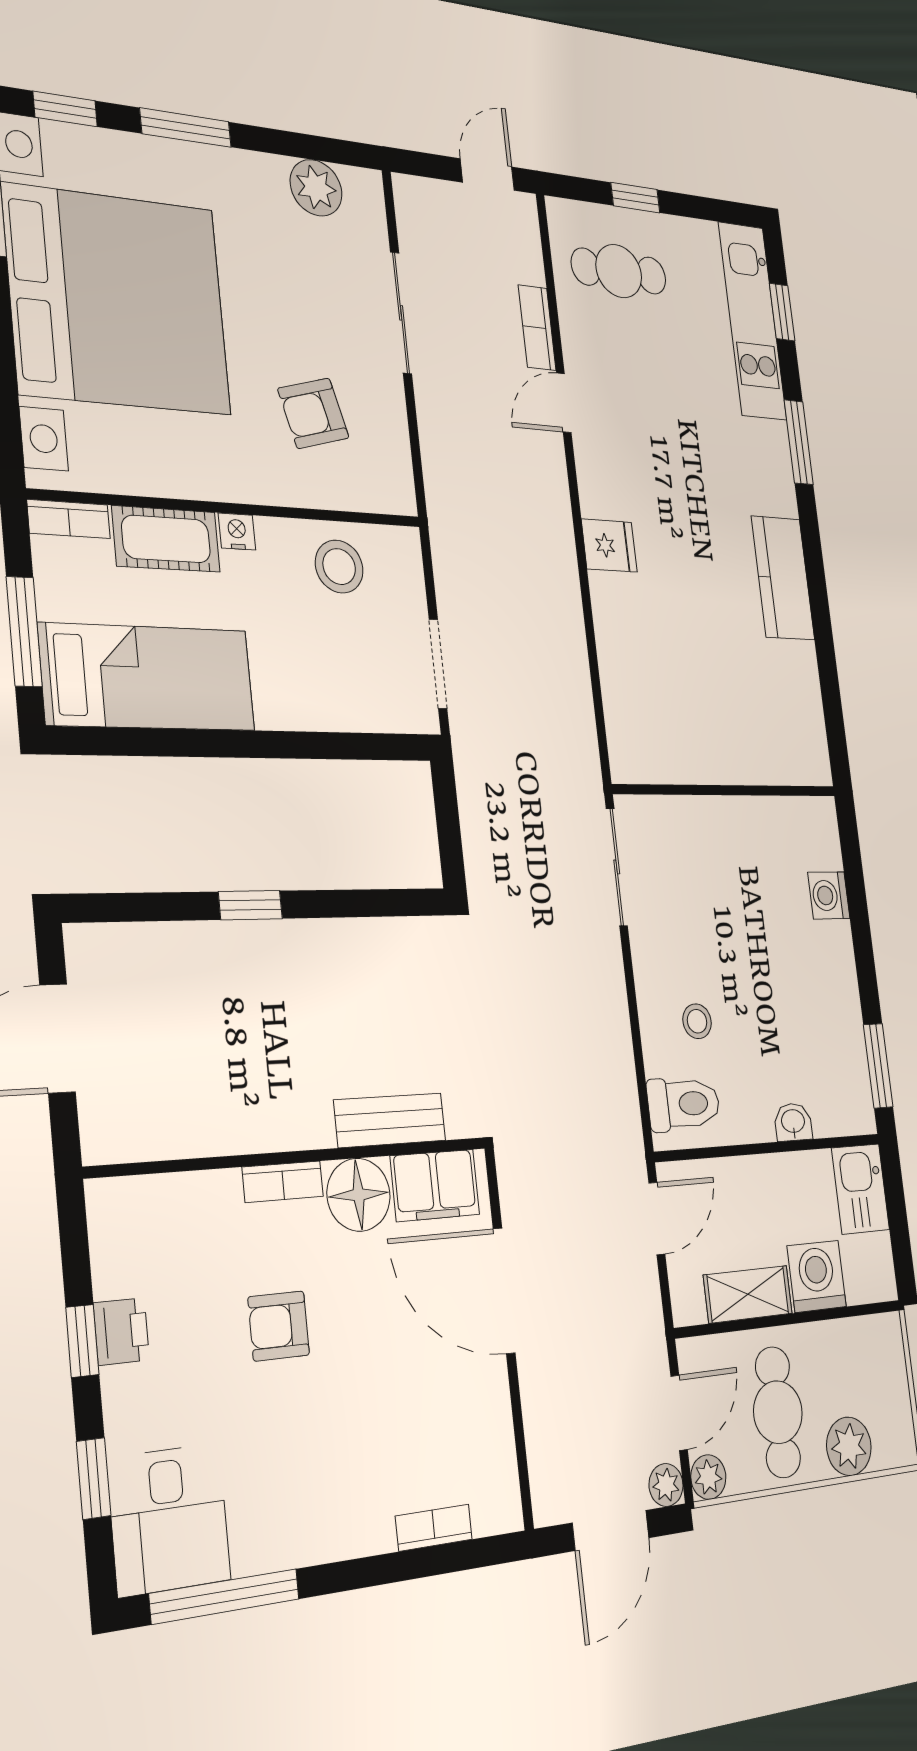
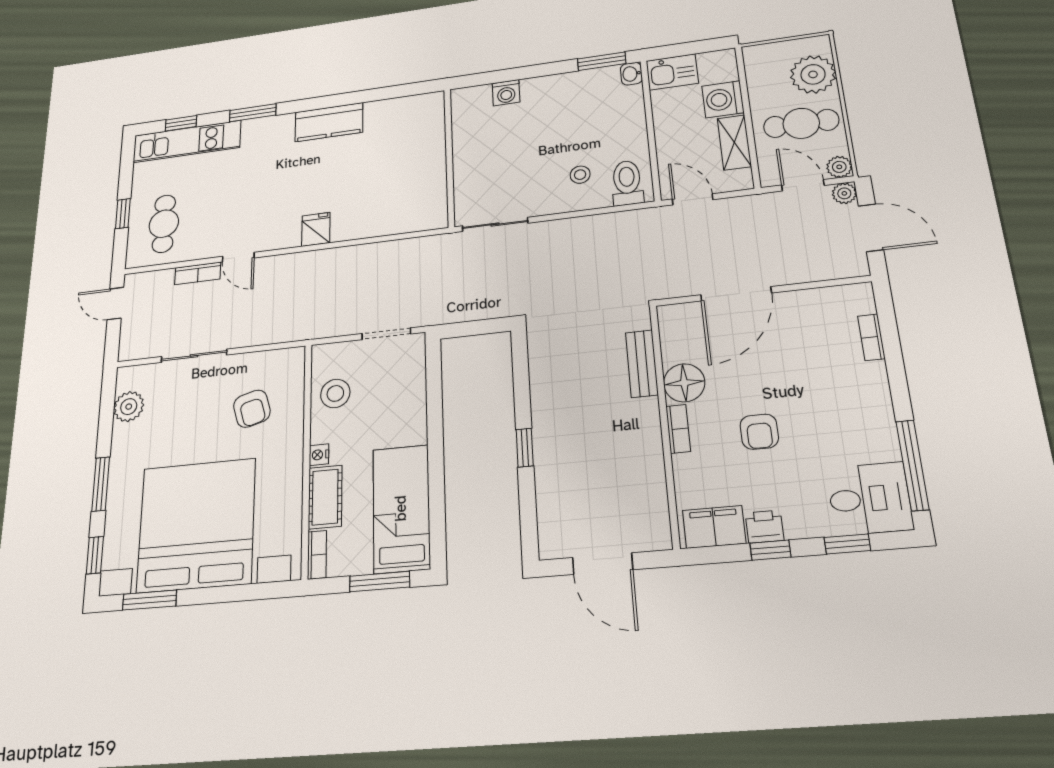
washbasin: (793, 1122) -> (631, 74), moved
filing cabinet: (435, 1185) -> (714, 527), moved, turned -90
plant: (849, 1446) -> (813, 74), width x1.36, depth x1.36

